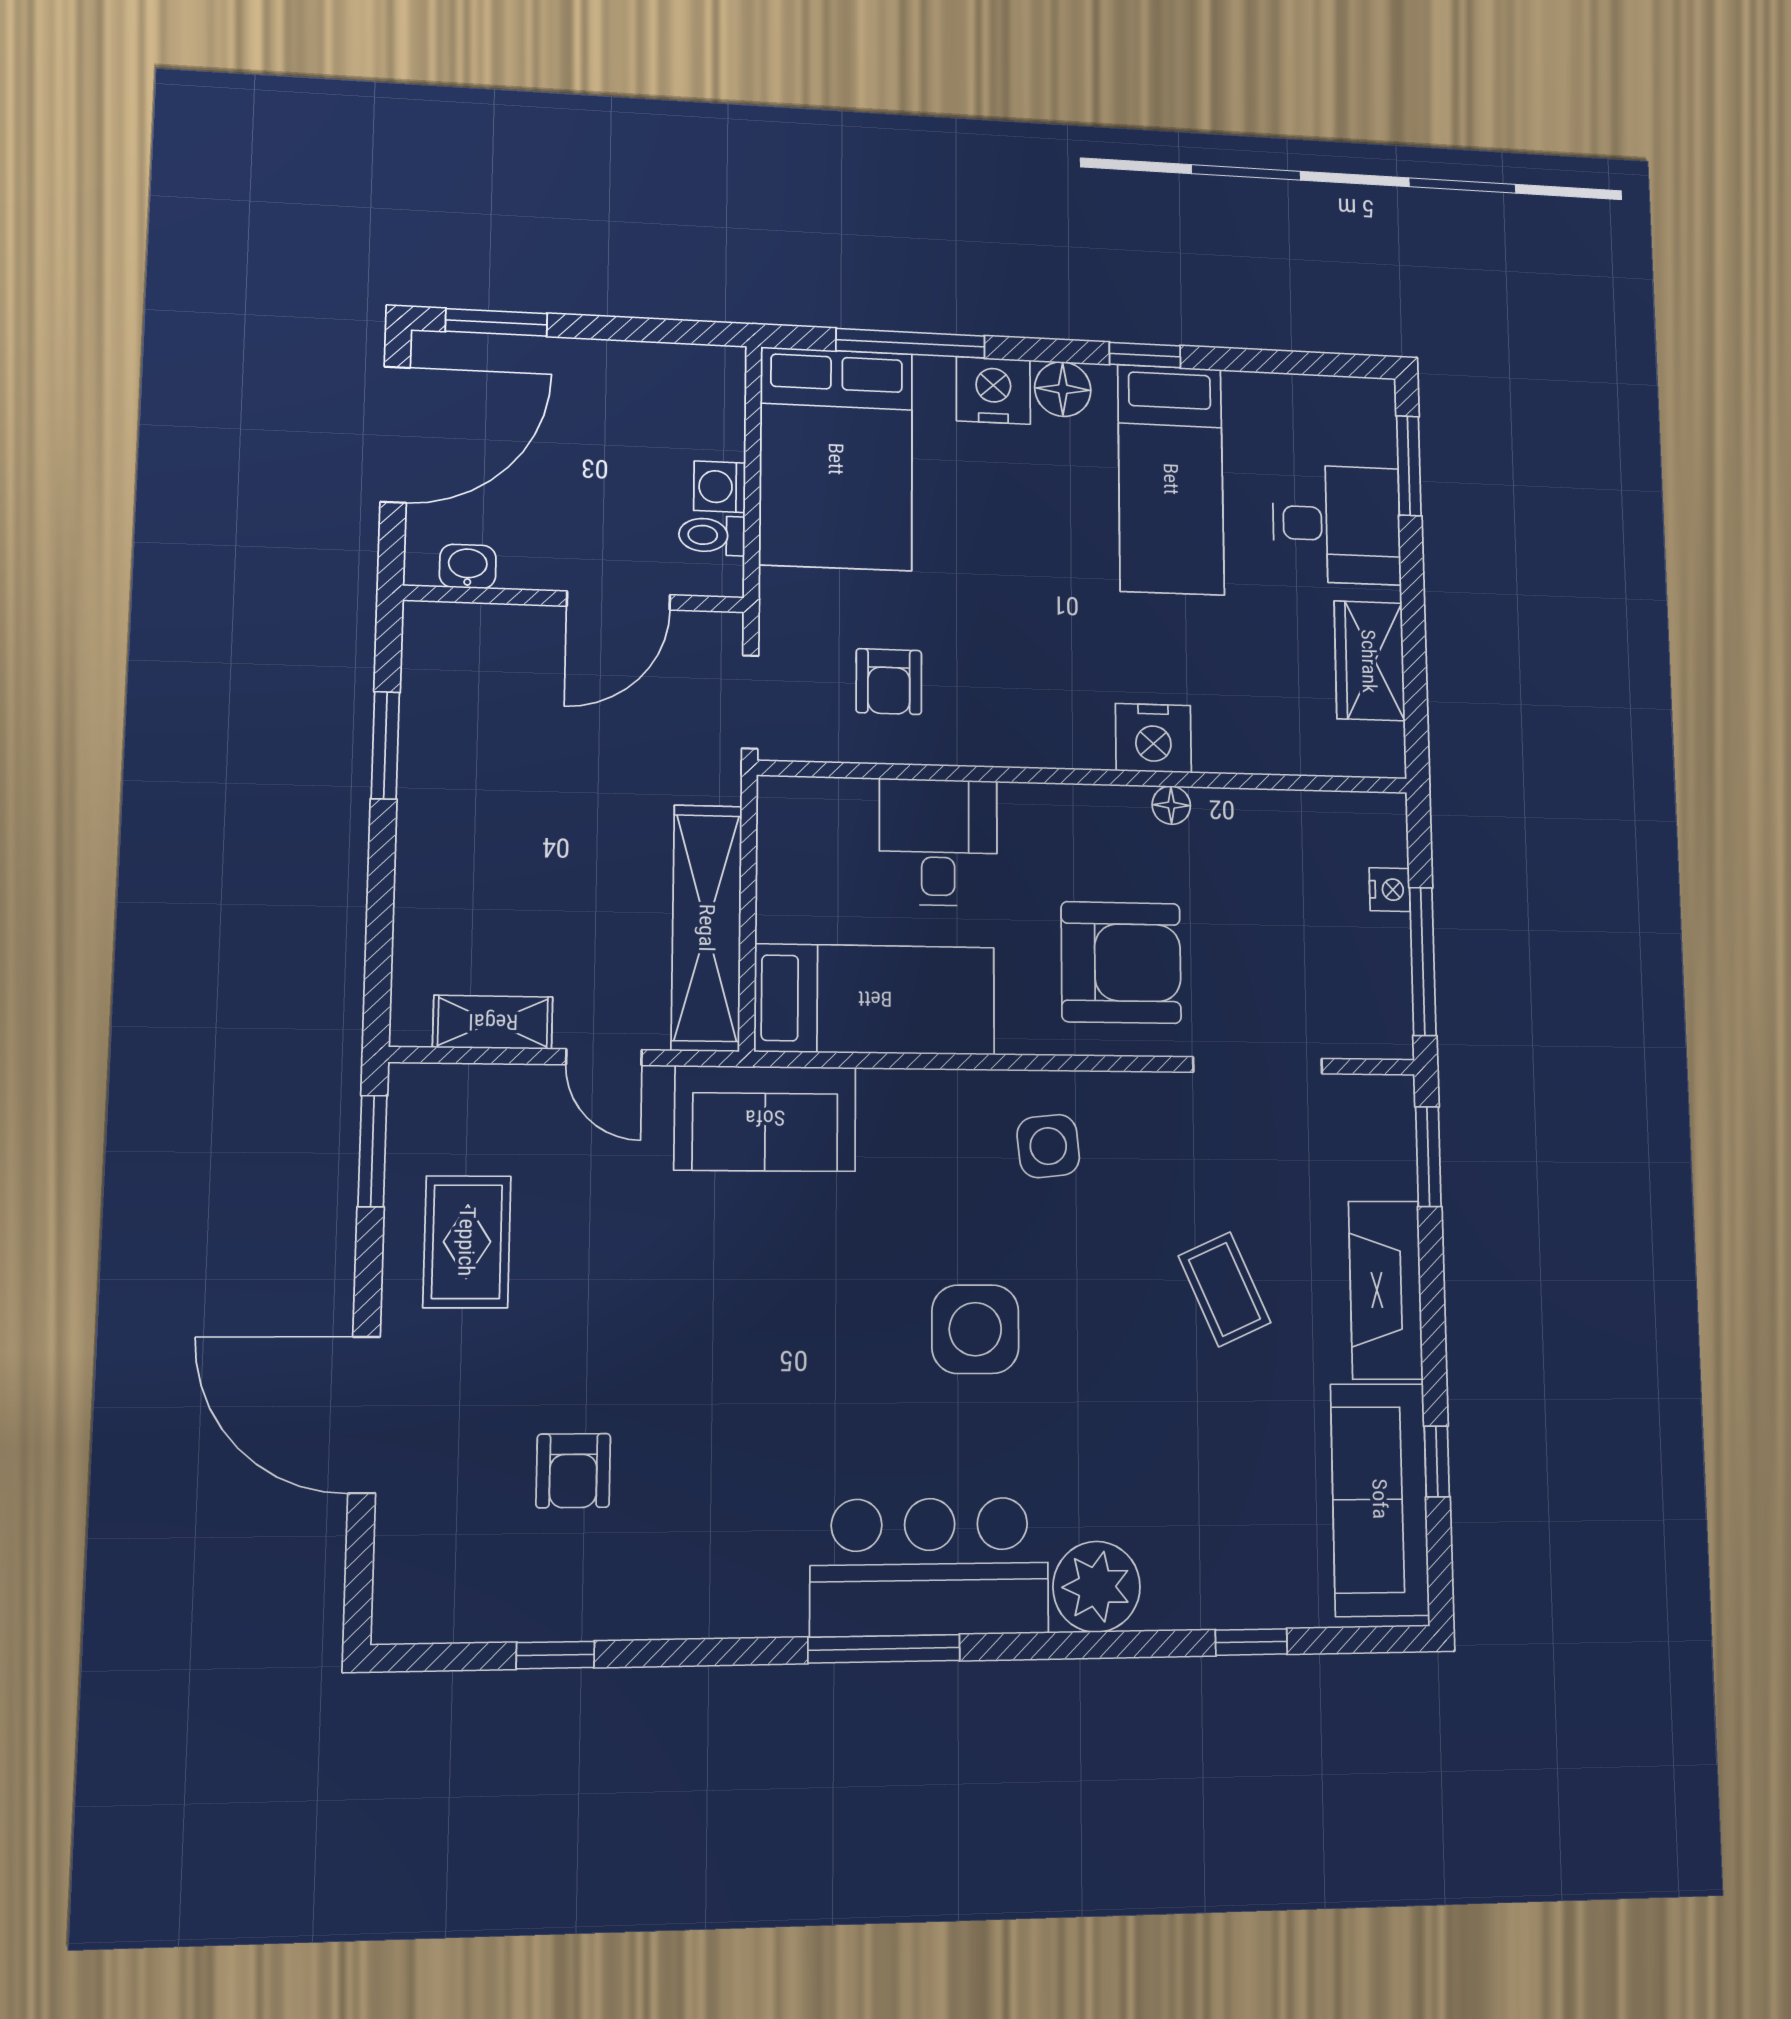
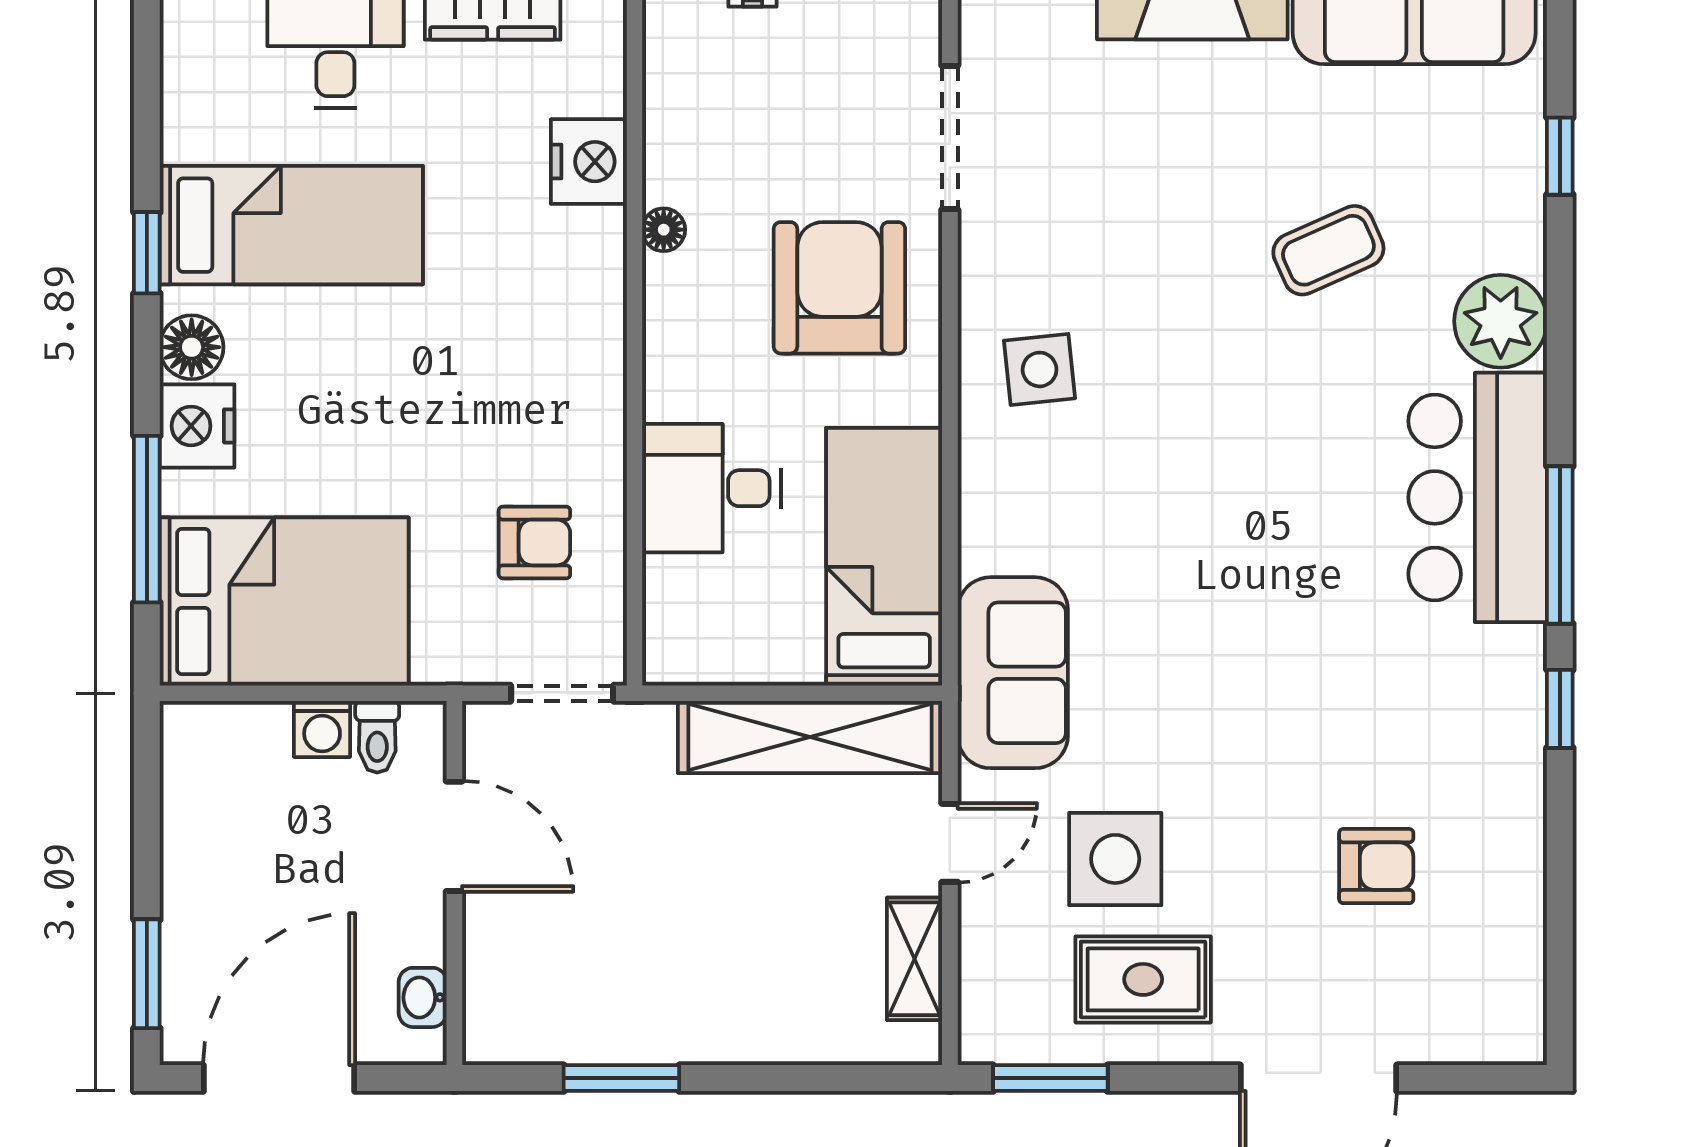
door: (395, 435) -> (279, 1078), hinge flipped
nightstand: (1153, 738) -> (589, 162), moved
coffee table: (1224, 1289) -> (1328, 250), moved
side table: (975, 1329) -> (1115, 859), moved
window: (555, 1655) -> (1560, 709), moved

